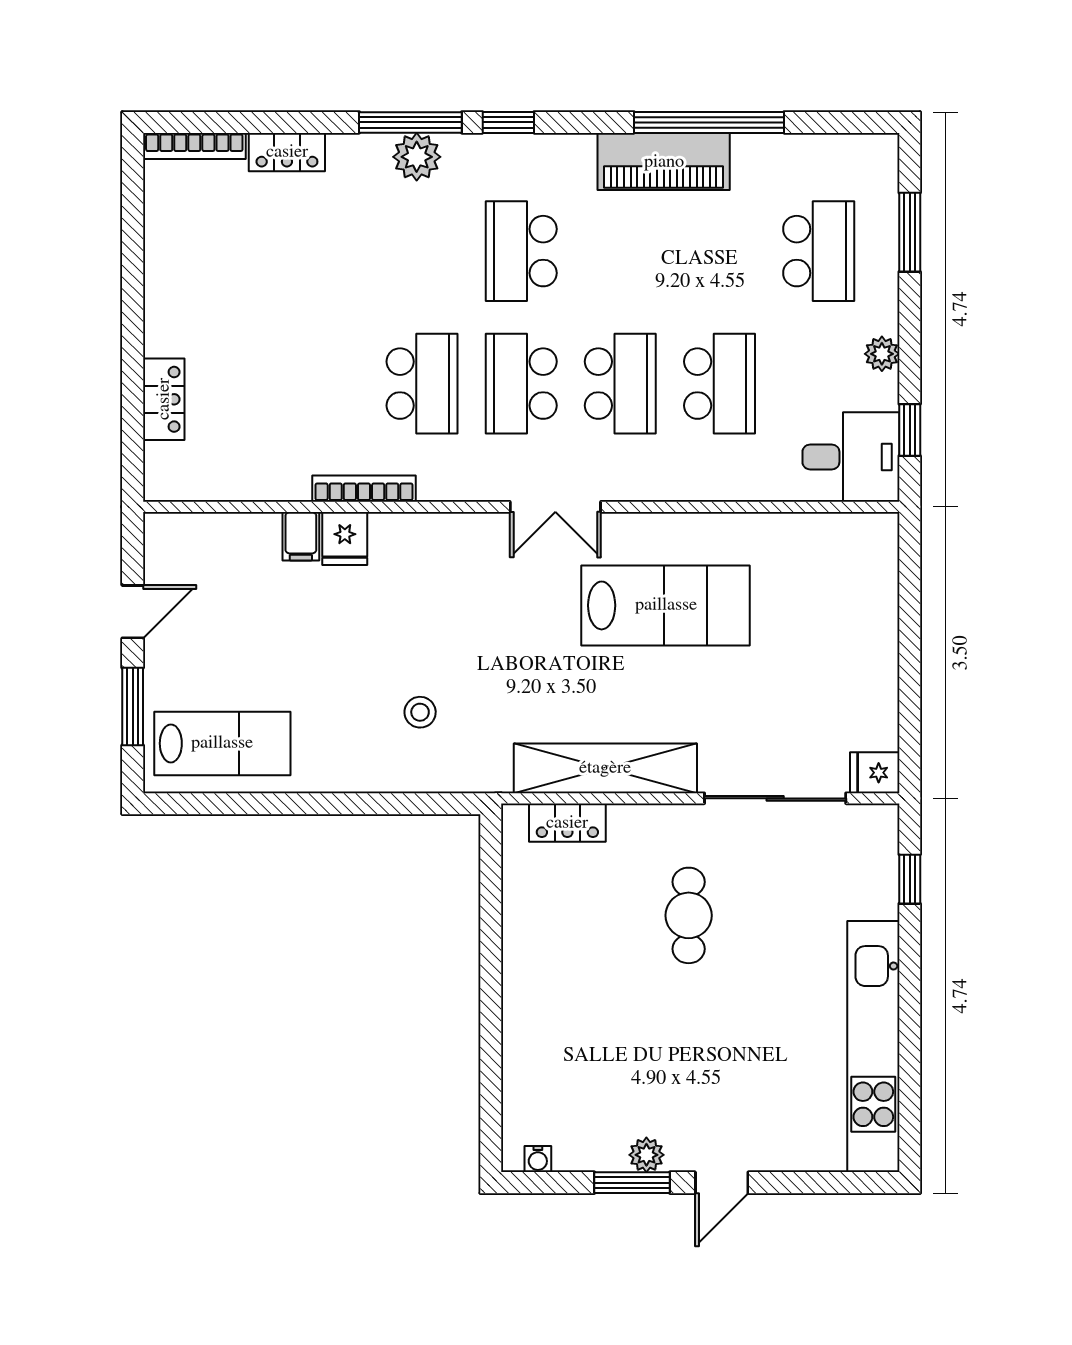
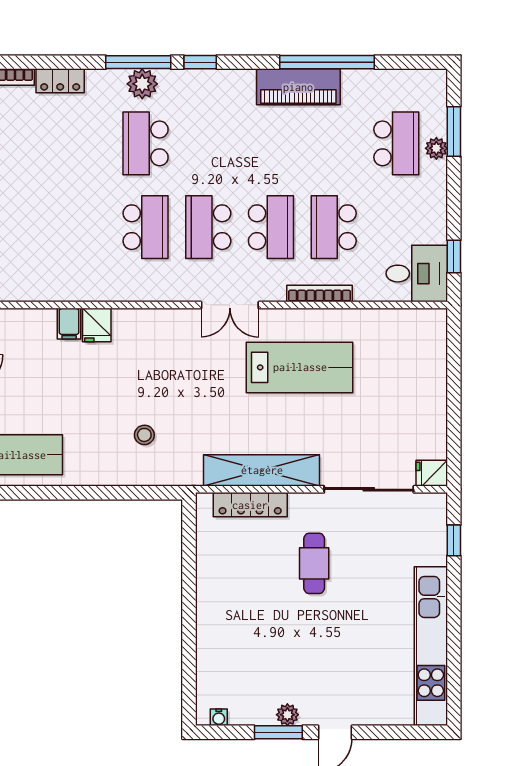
school desk: (521, 251) -> (146, 143), moved
plant: (882, 354) -> (436, 148), moved
school desk: (719, 384) -> (334, 227), turned 180
bookcase: (364, 489) -> (320, 294), moved
locker: (567, 823) -> (250, 505), width x1.53

